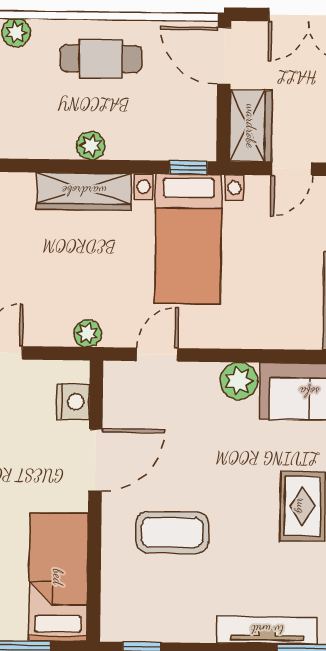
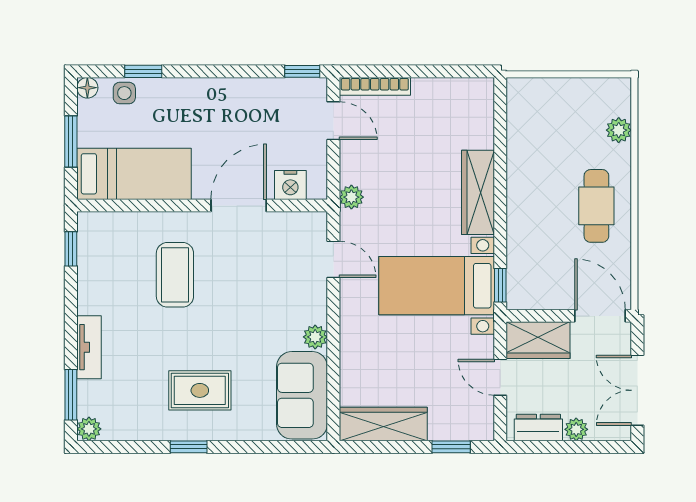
door: (224, 56) -> (600, 316), hinge flipped
plant: (91, 146) -> (519, 198), removed
plant: (239, 381) -> (315, 337), width x0.73, depth x0.73
door: (95, 460) -> (239, 205), swing flipped
tv unit: (267, 630) -> (89, 347), width x0.71

